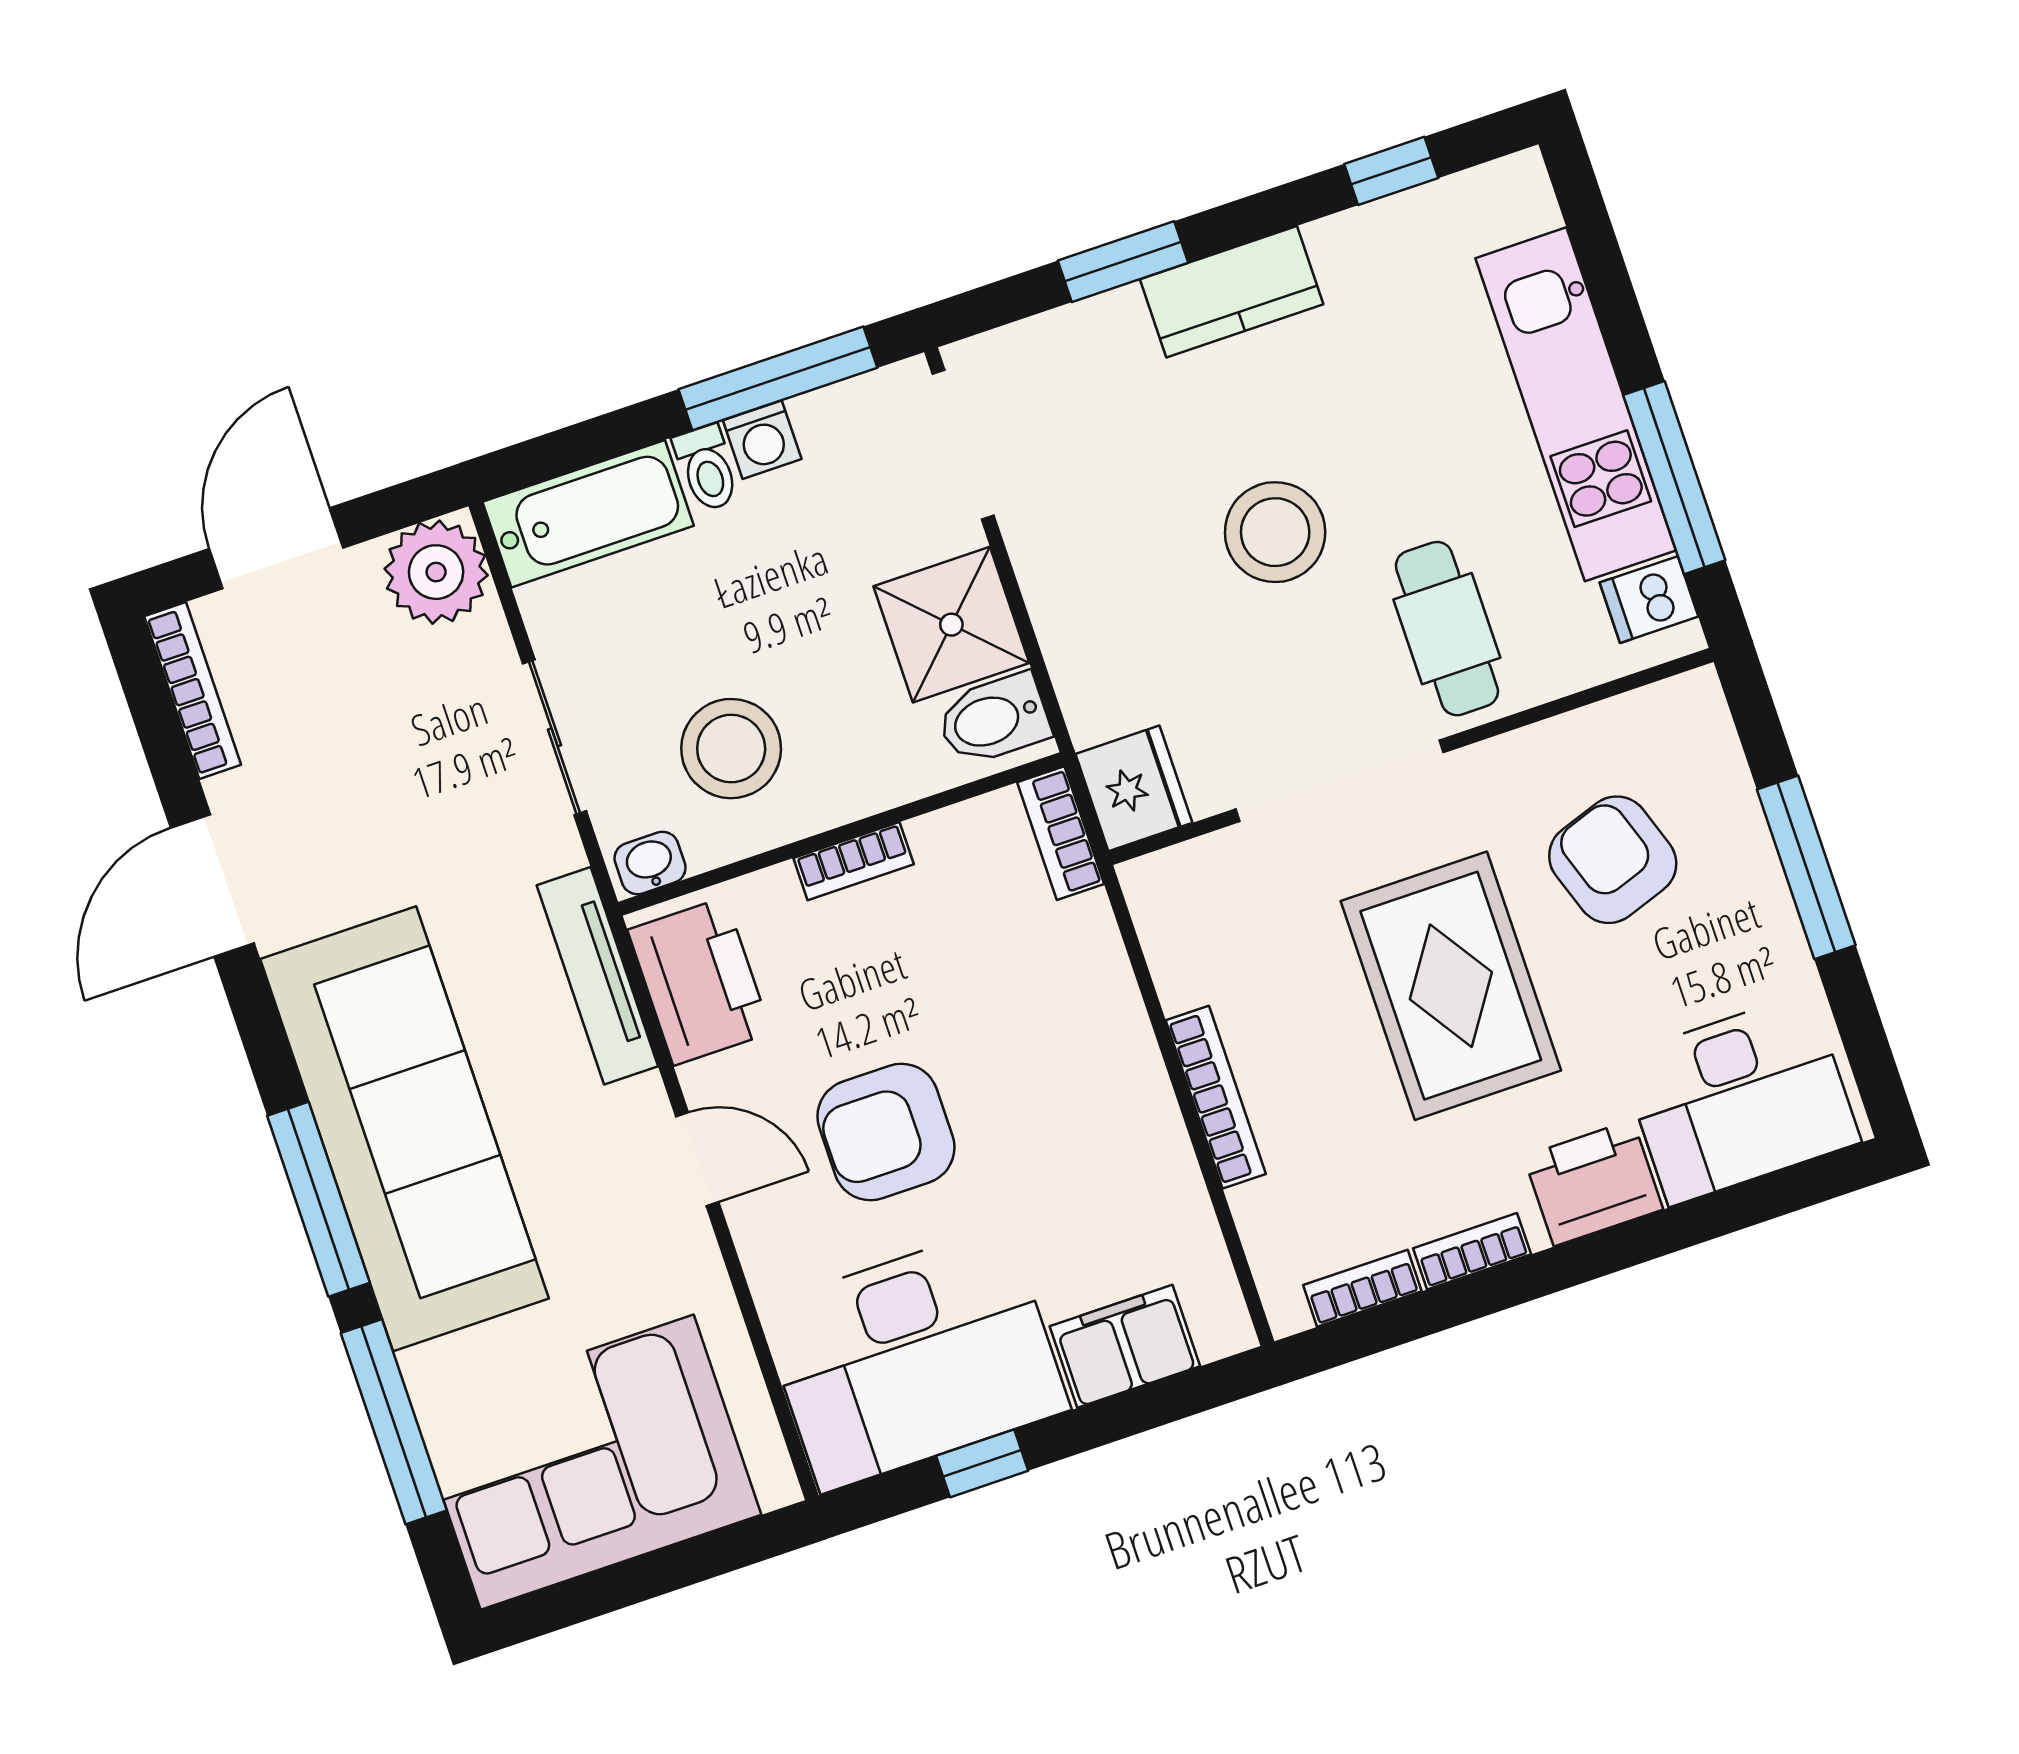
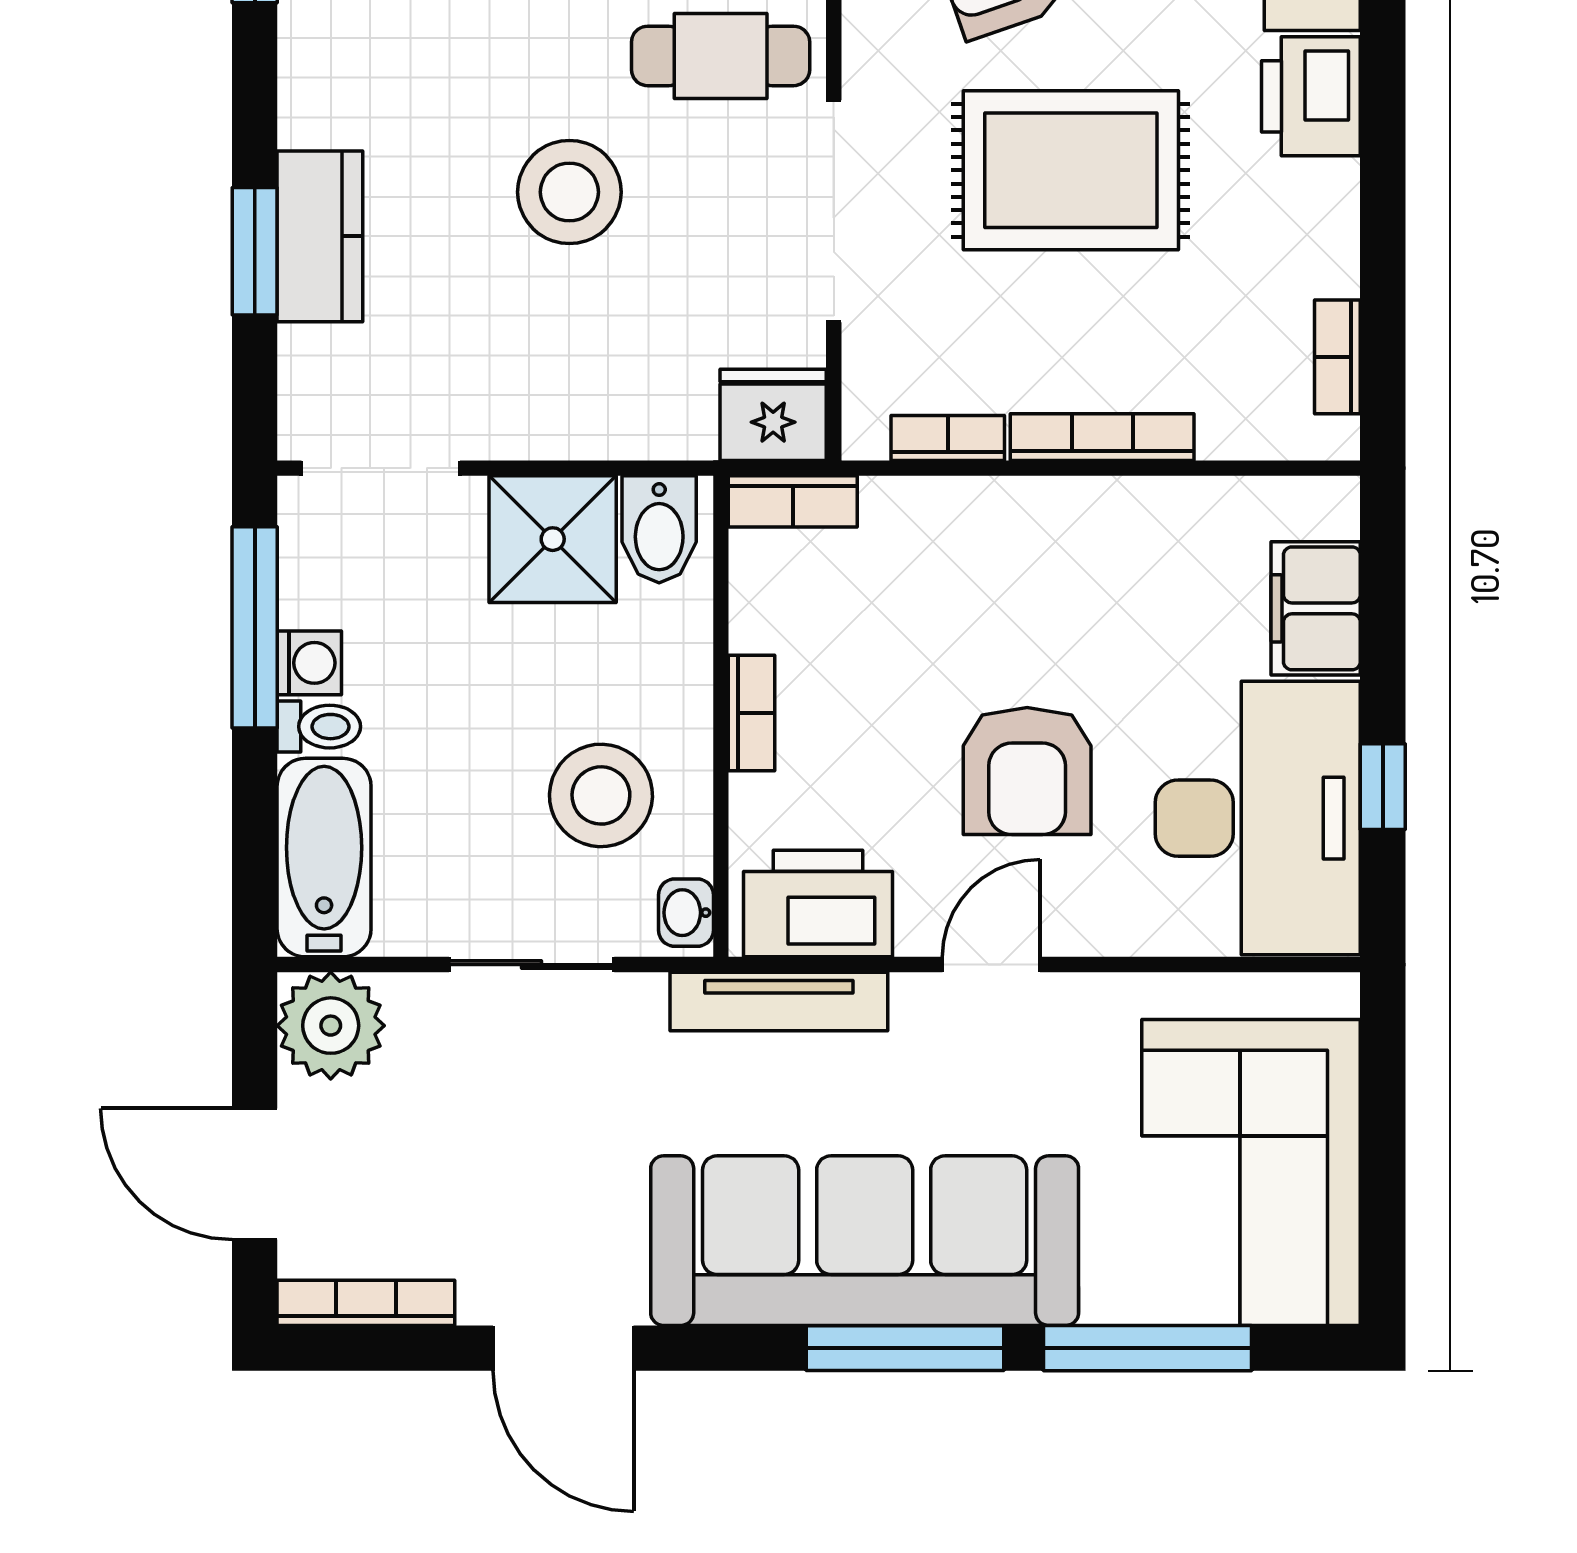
kitchen counter: (1232, 292) -> (320, 236), moved
bookcase: (1472, 1251) -> (948, 438), moved, turned 90

